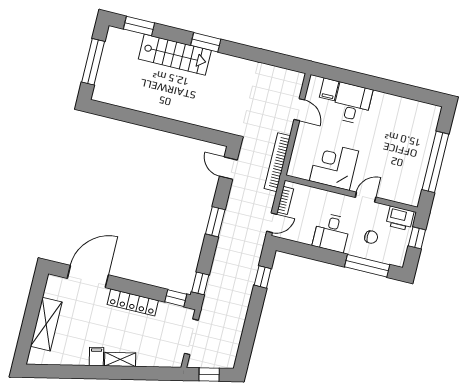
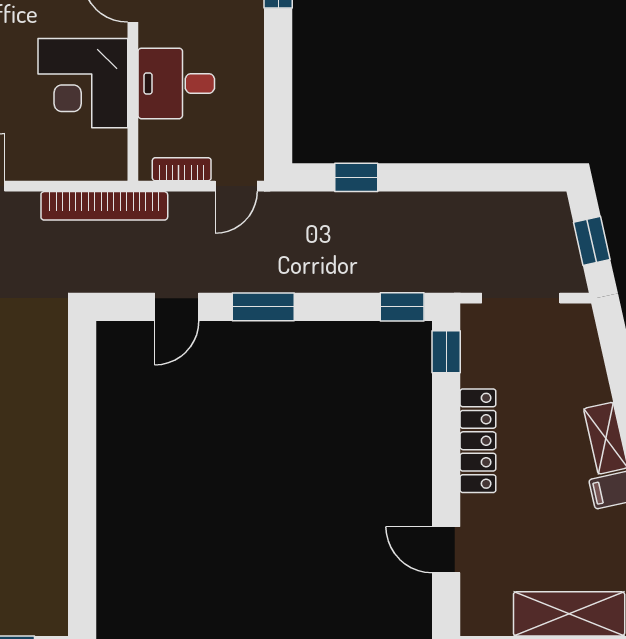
door: (228, 168) -> (177, 307), moved
door: (272, 223) -> (236, 186), swing flipped
desk: (332, 233) -> (176, 83), moved, turned 180
door: (88, 277) -> (446, 550), width x0.53

